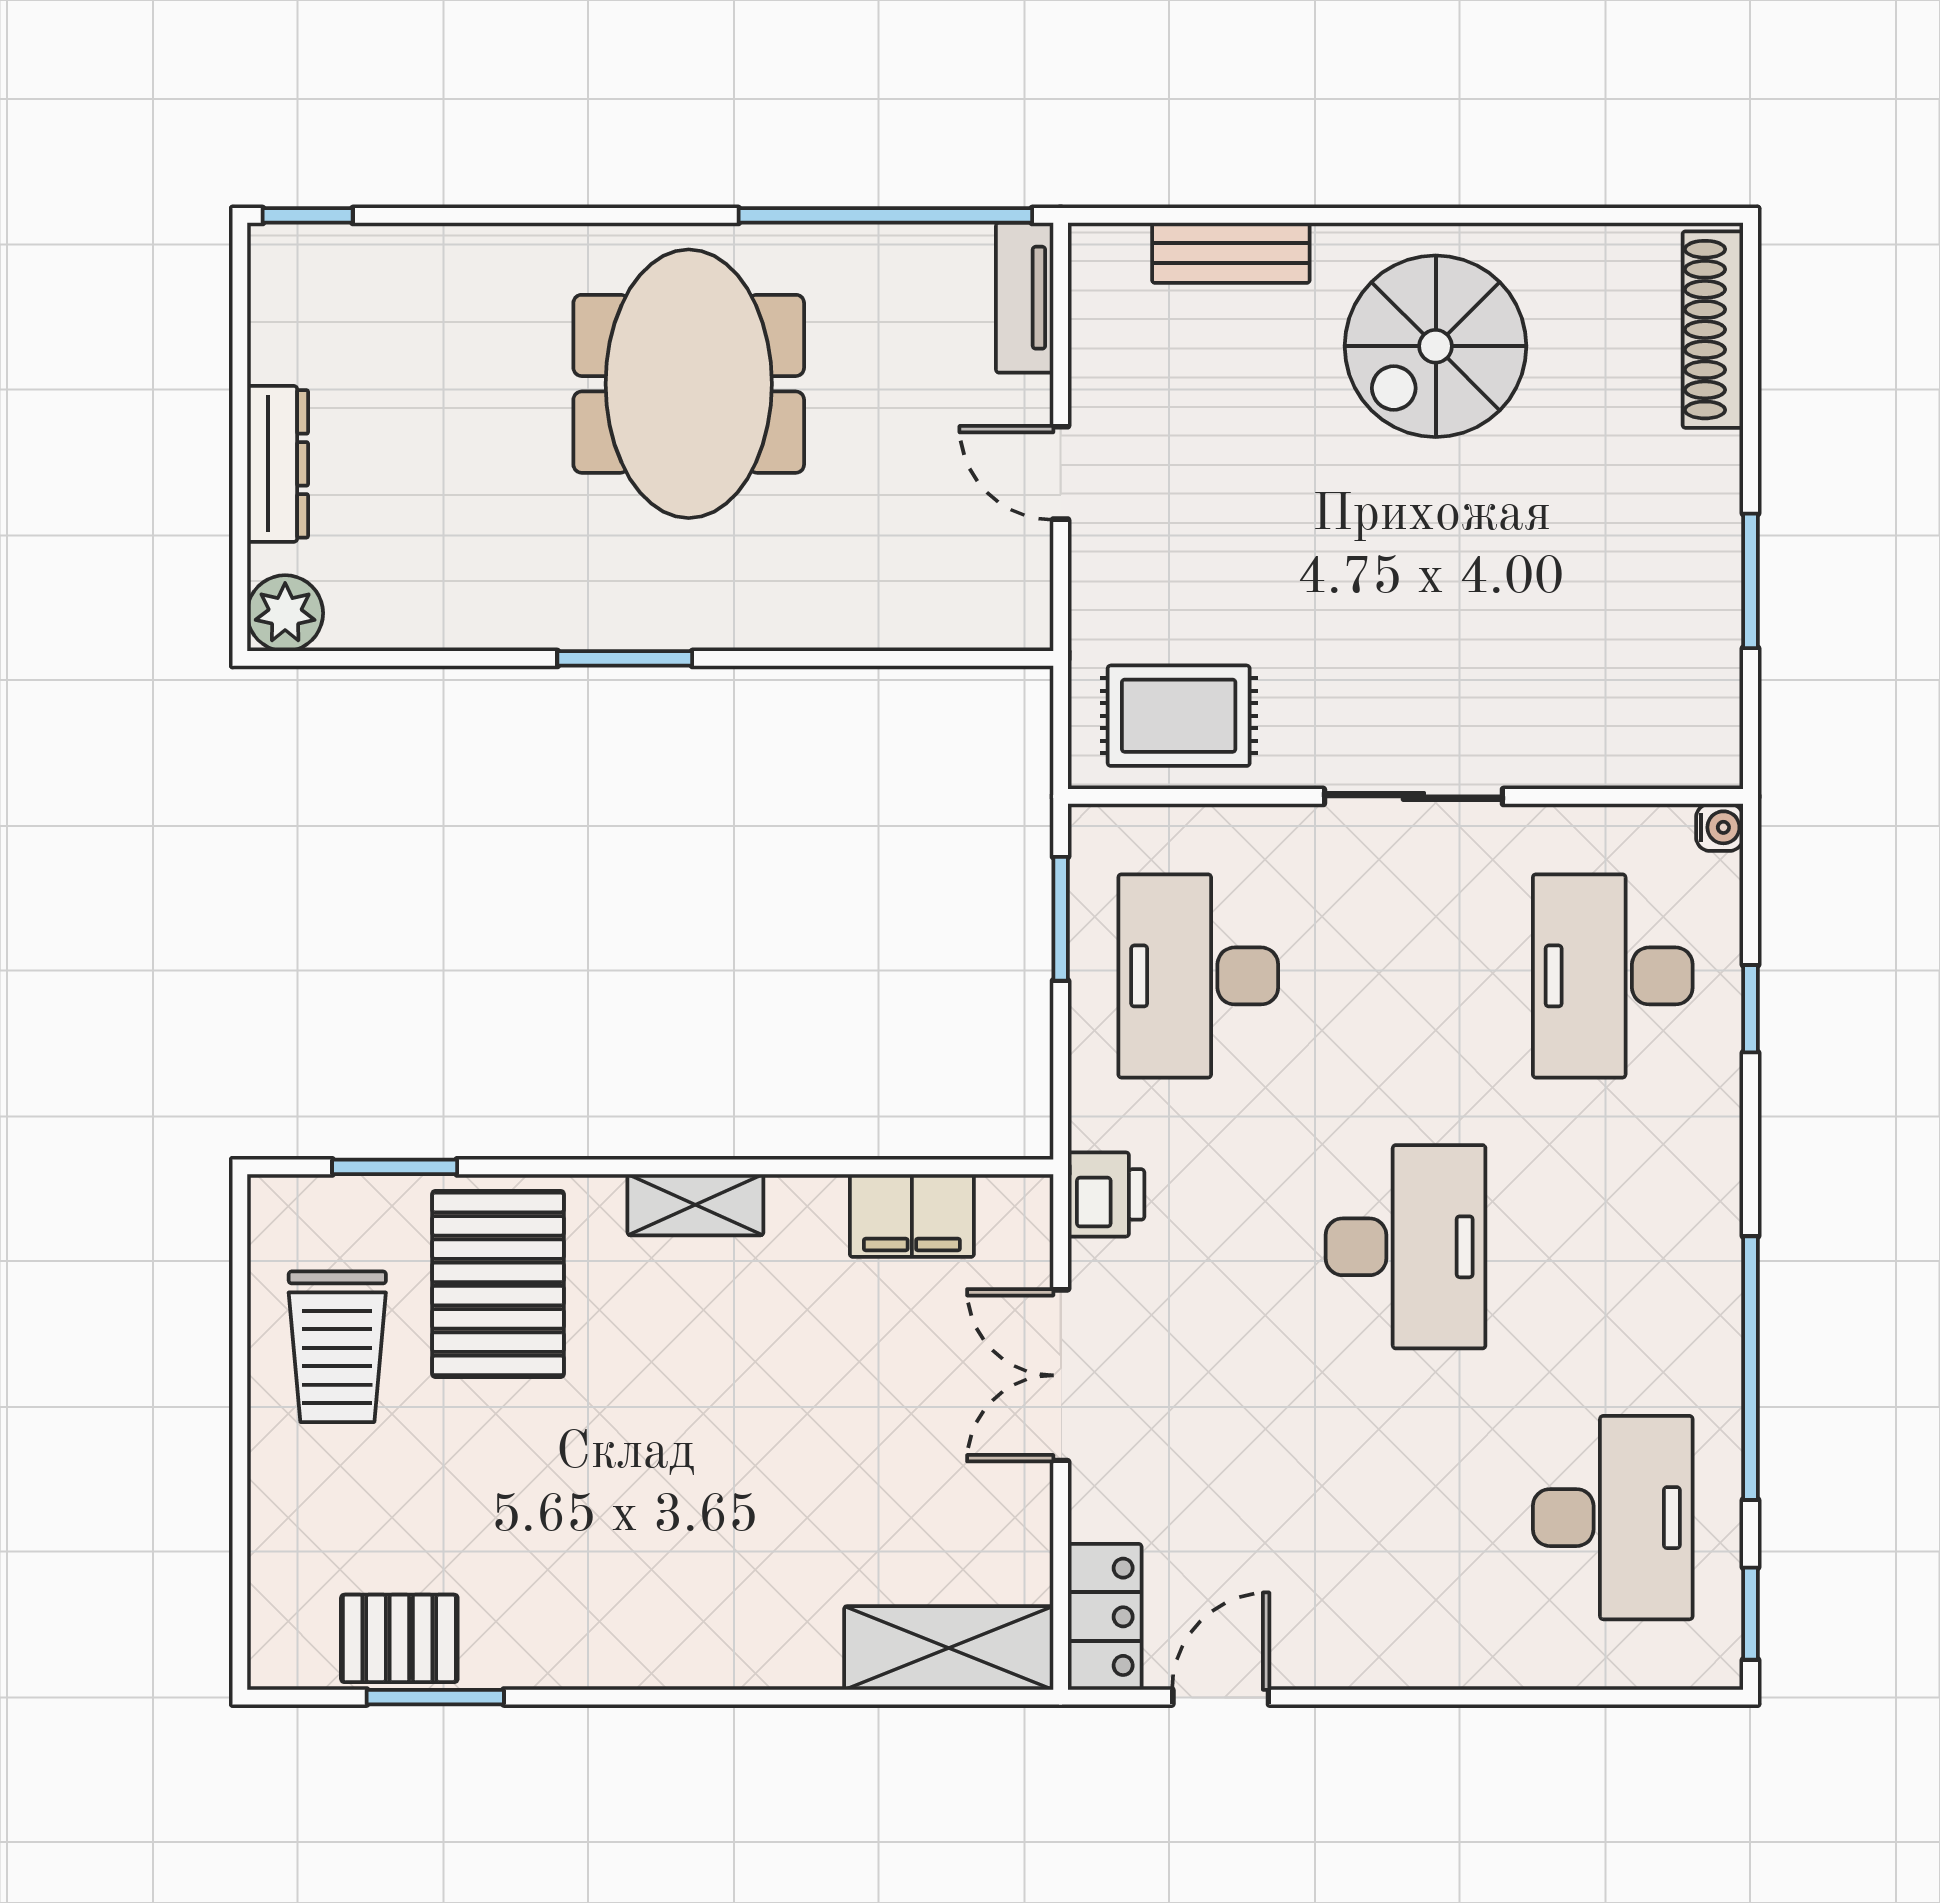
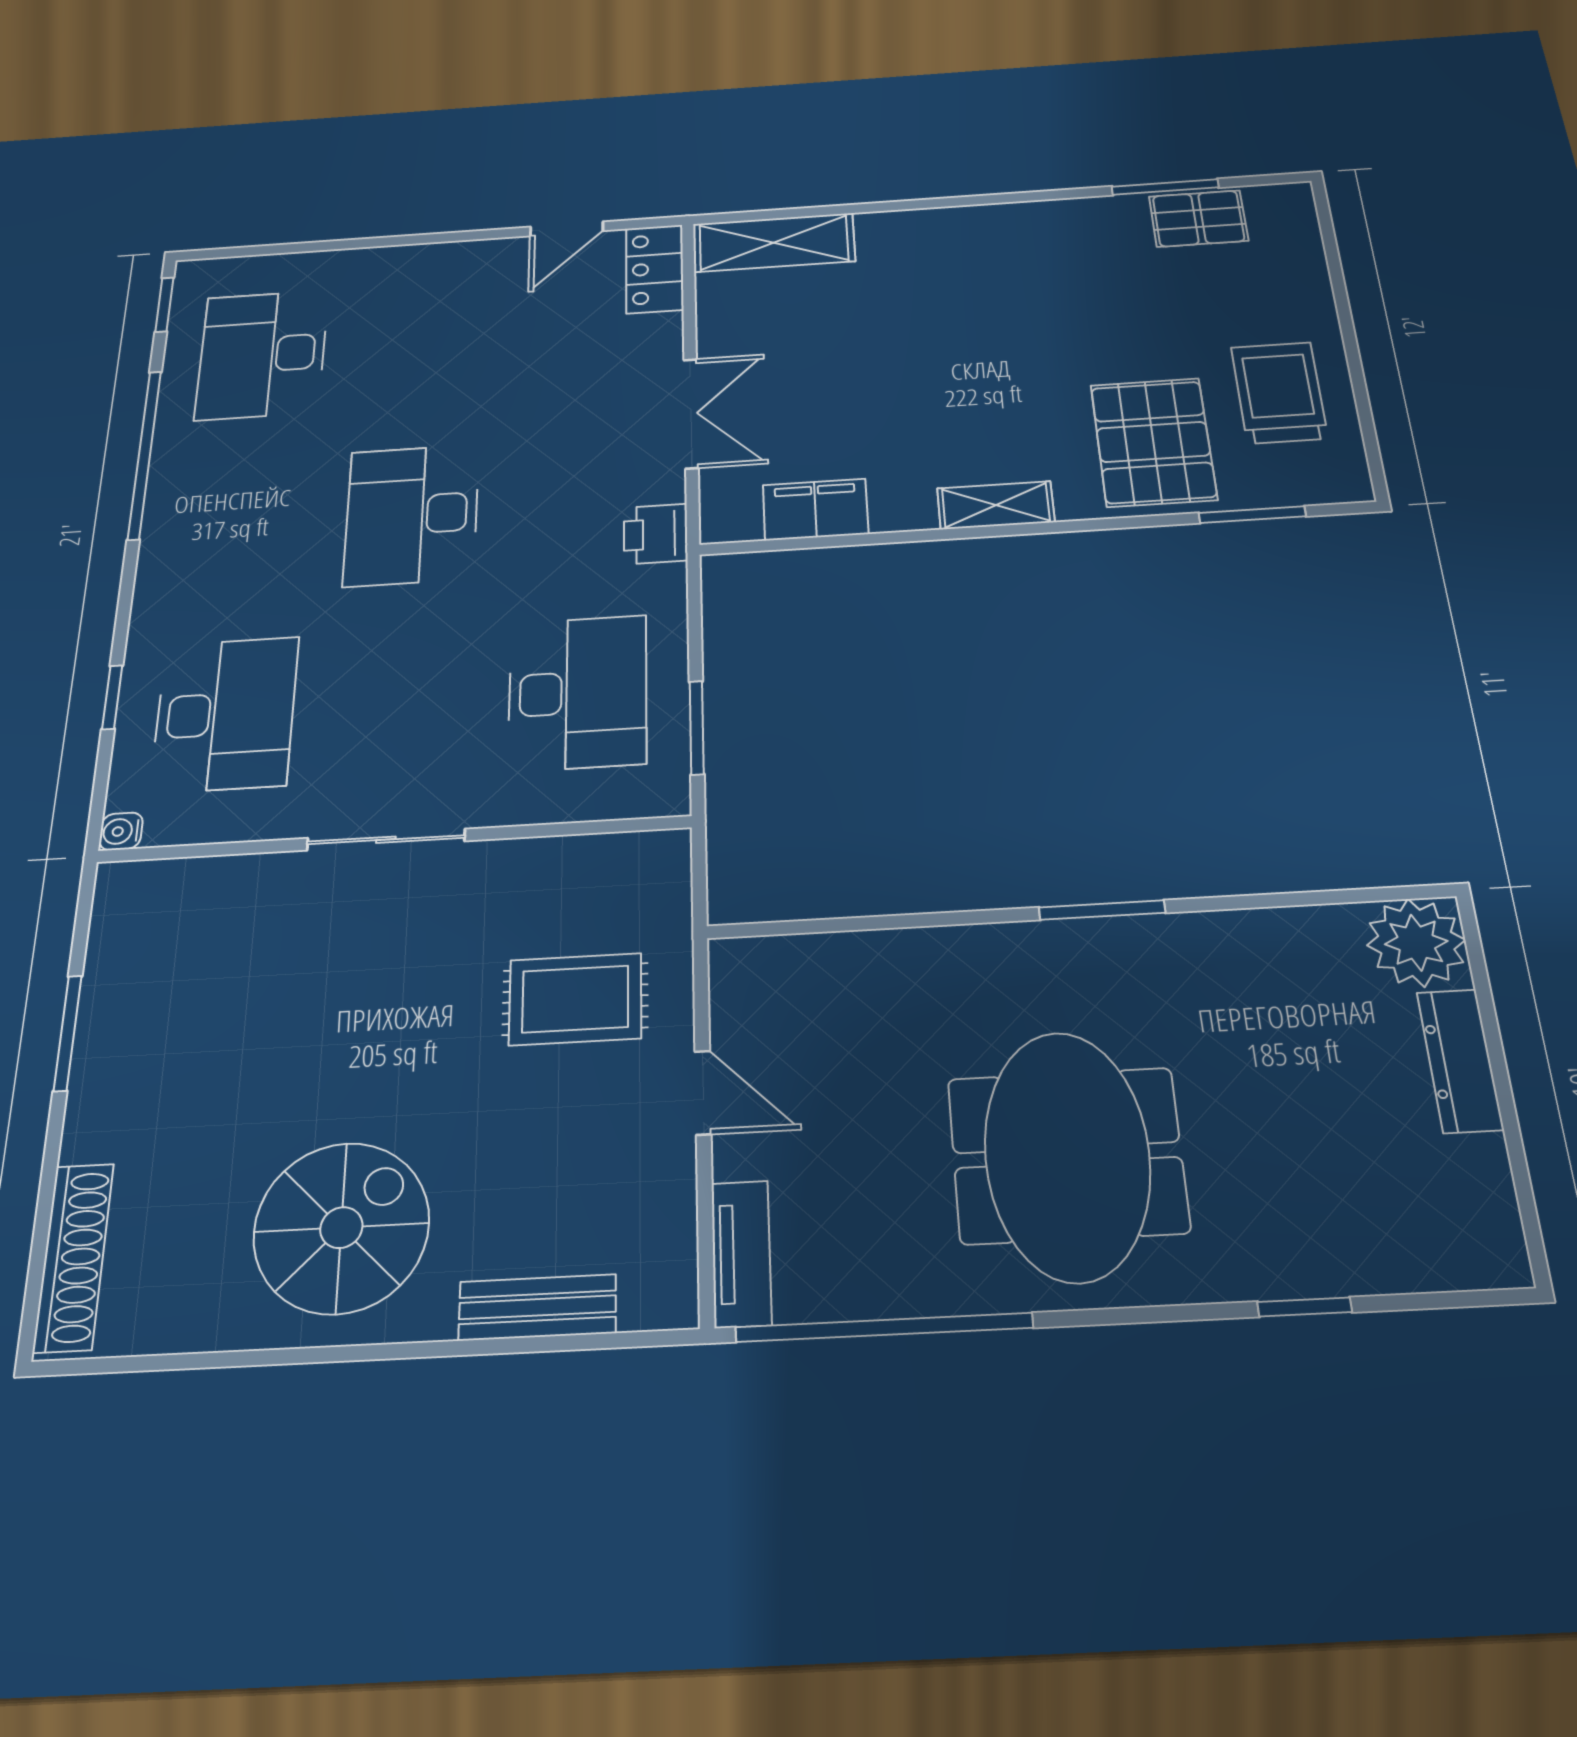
window: (308, 215) -> (1305, 1307), moved
plant: (285, 613) -> (1416, 943), width x1.36, depth x1.36
rug: (1179, 716) -> (575, 999), moved

